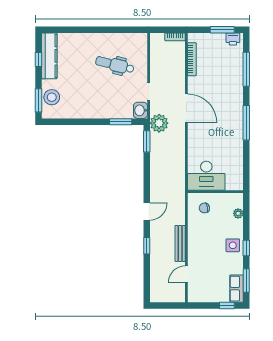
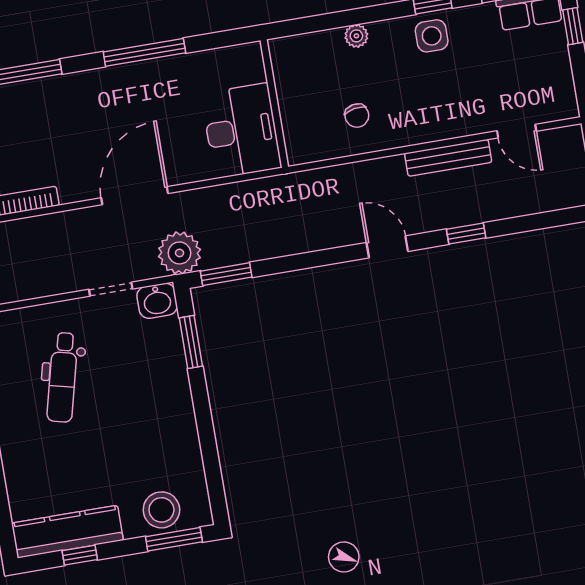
desk: (206, 176) -> (241, 131), moved
wall: (215, 192) -> (274, 104), moved

